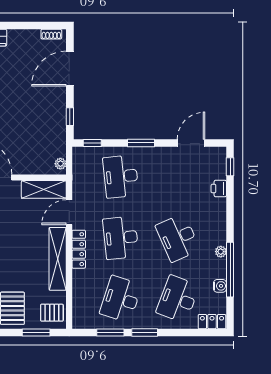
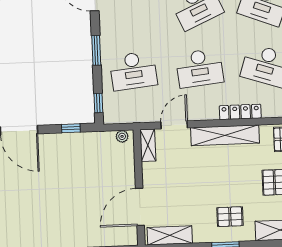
shelving: (44, 189) -> (148, 145), width x0.67, depth x0.75
door: (69, 212) -> (174, 125), swing flipped
locker: (79, 249) -> (240, 112), moved

